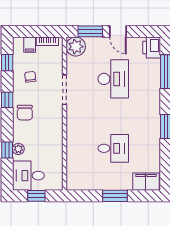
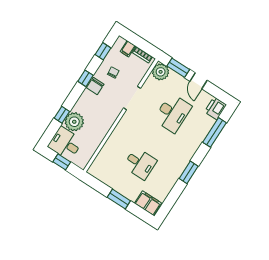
chair: (25, 113) -> (95, 86), moved
plant: (18, 149) -> (74, 122), width x1.88, depth x1.88

